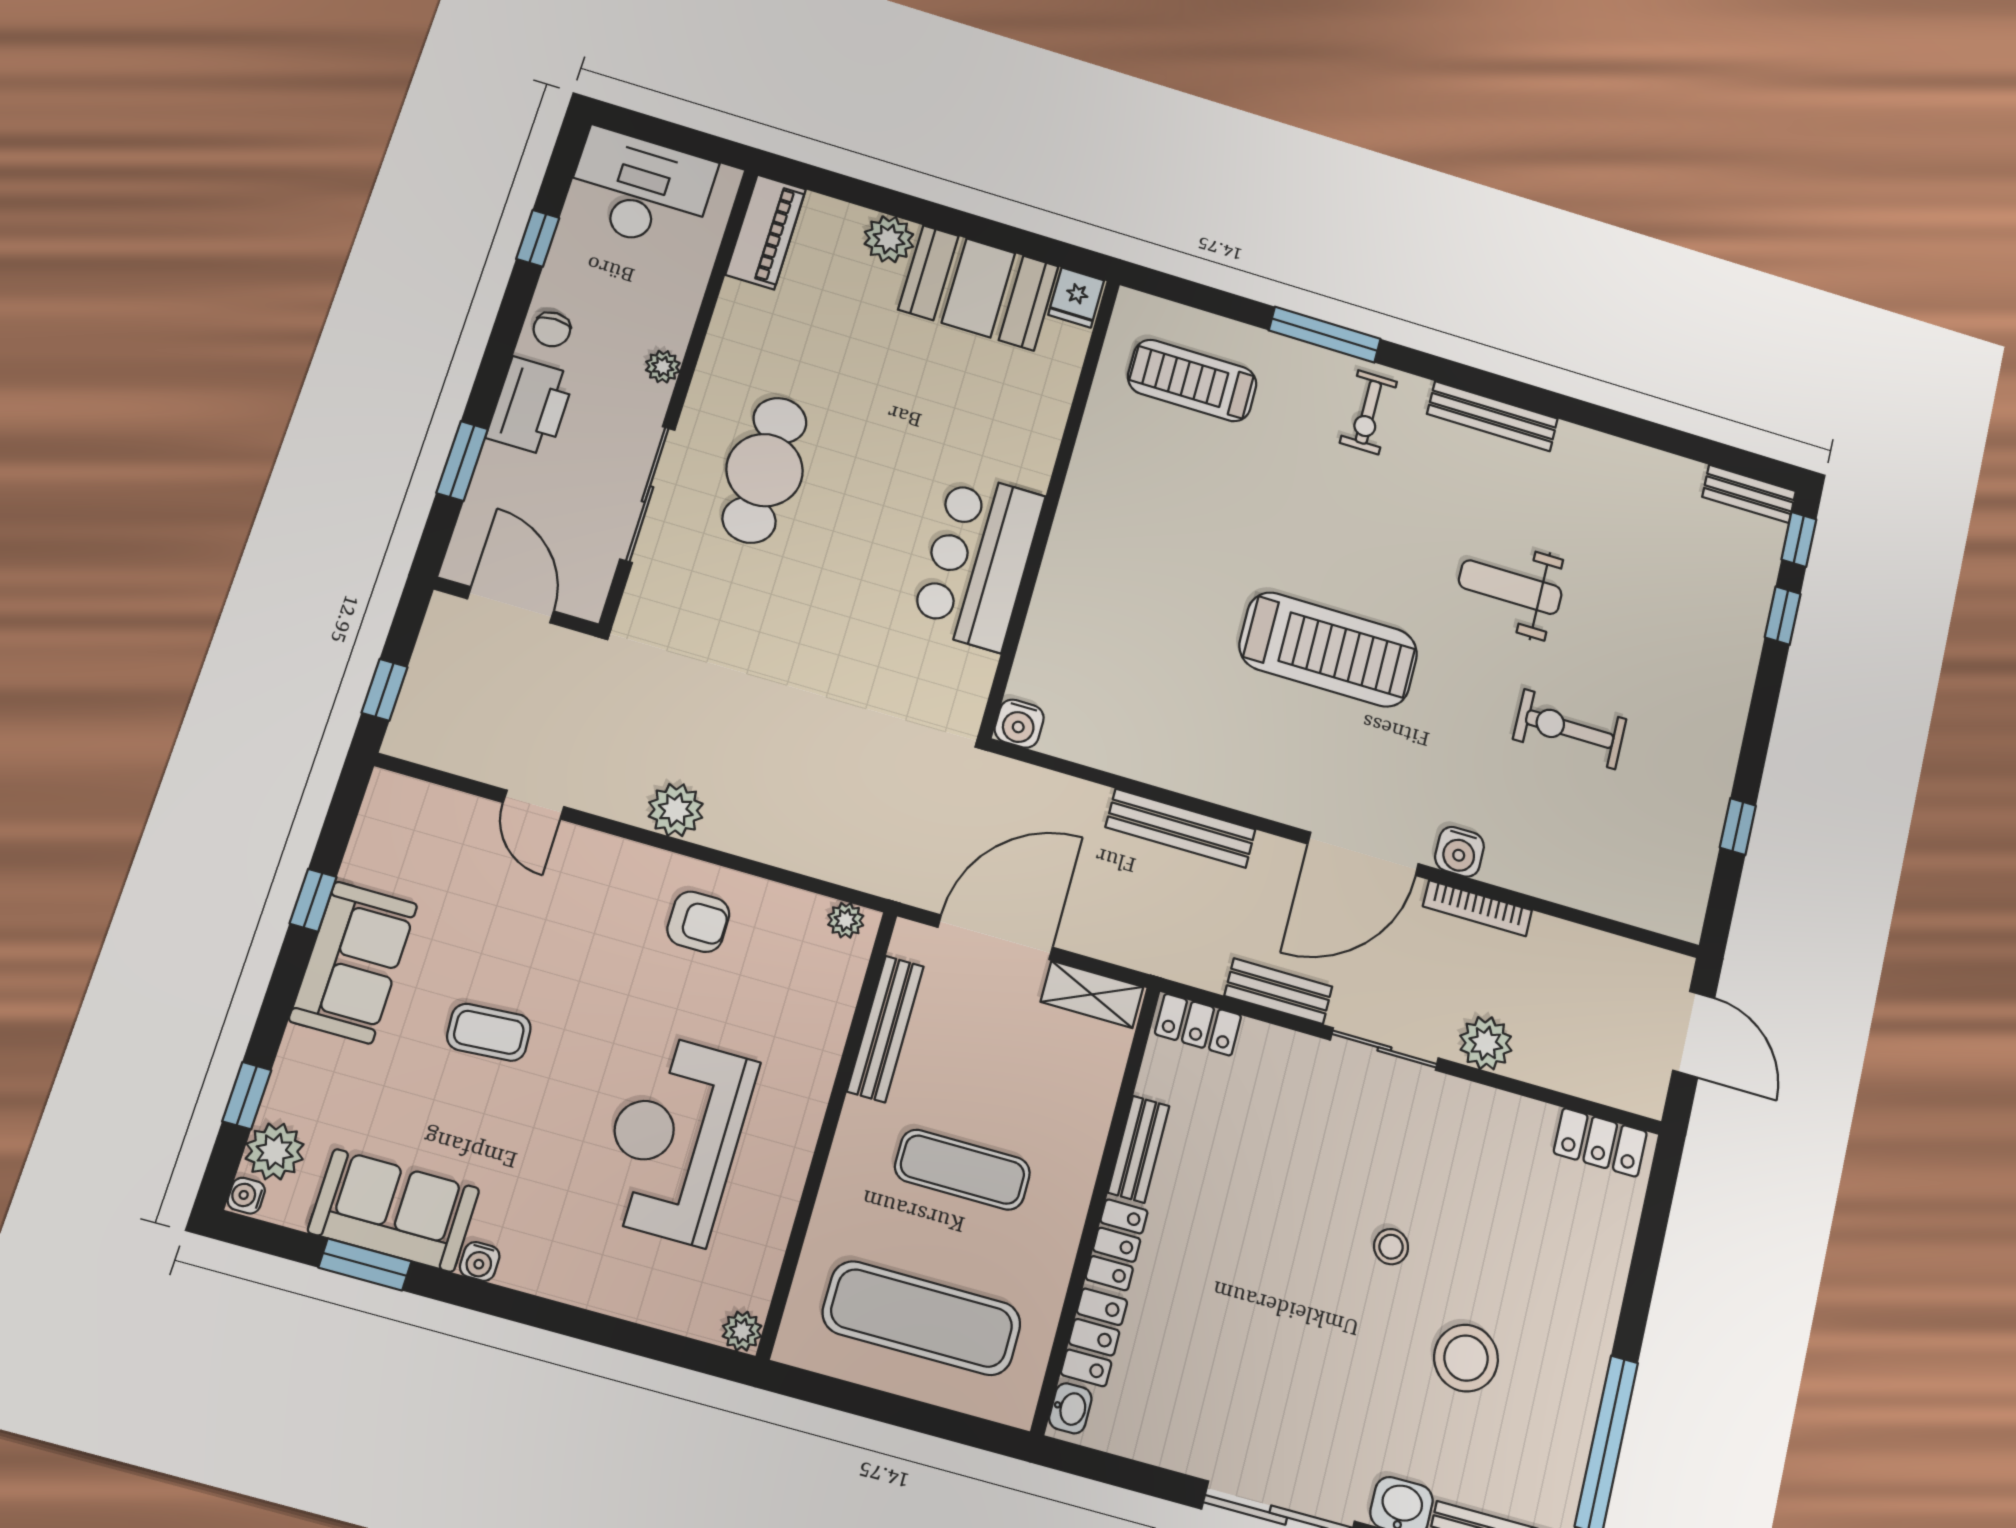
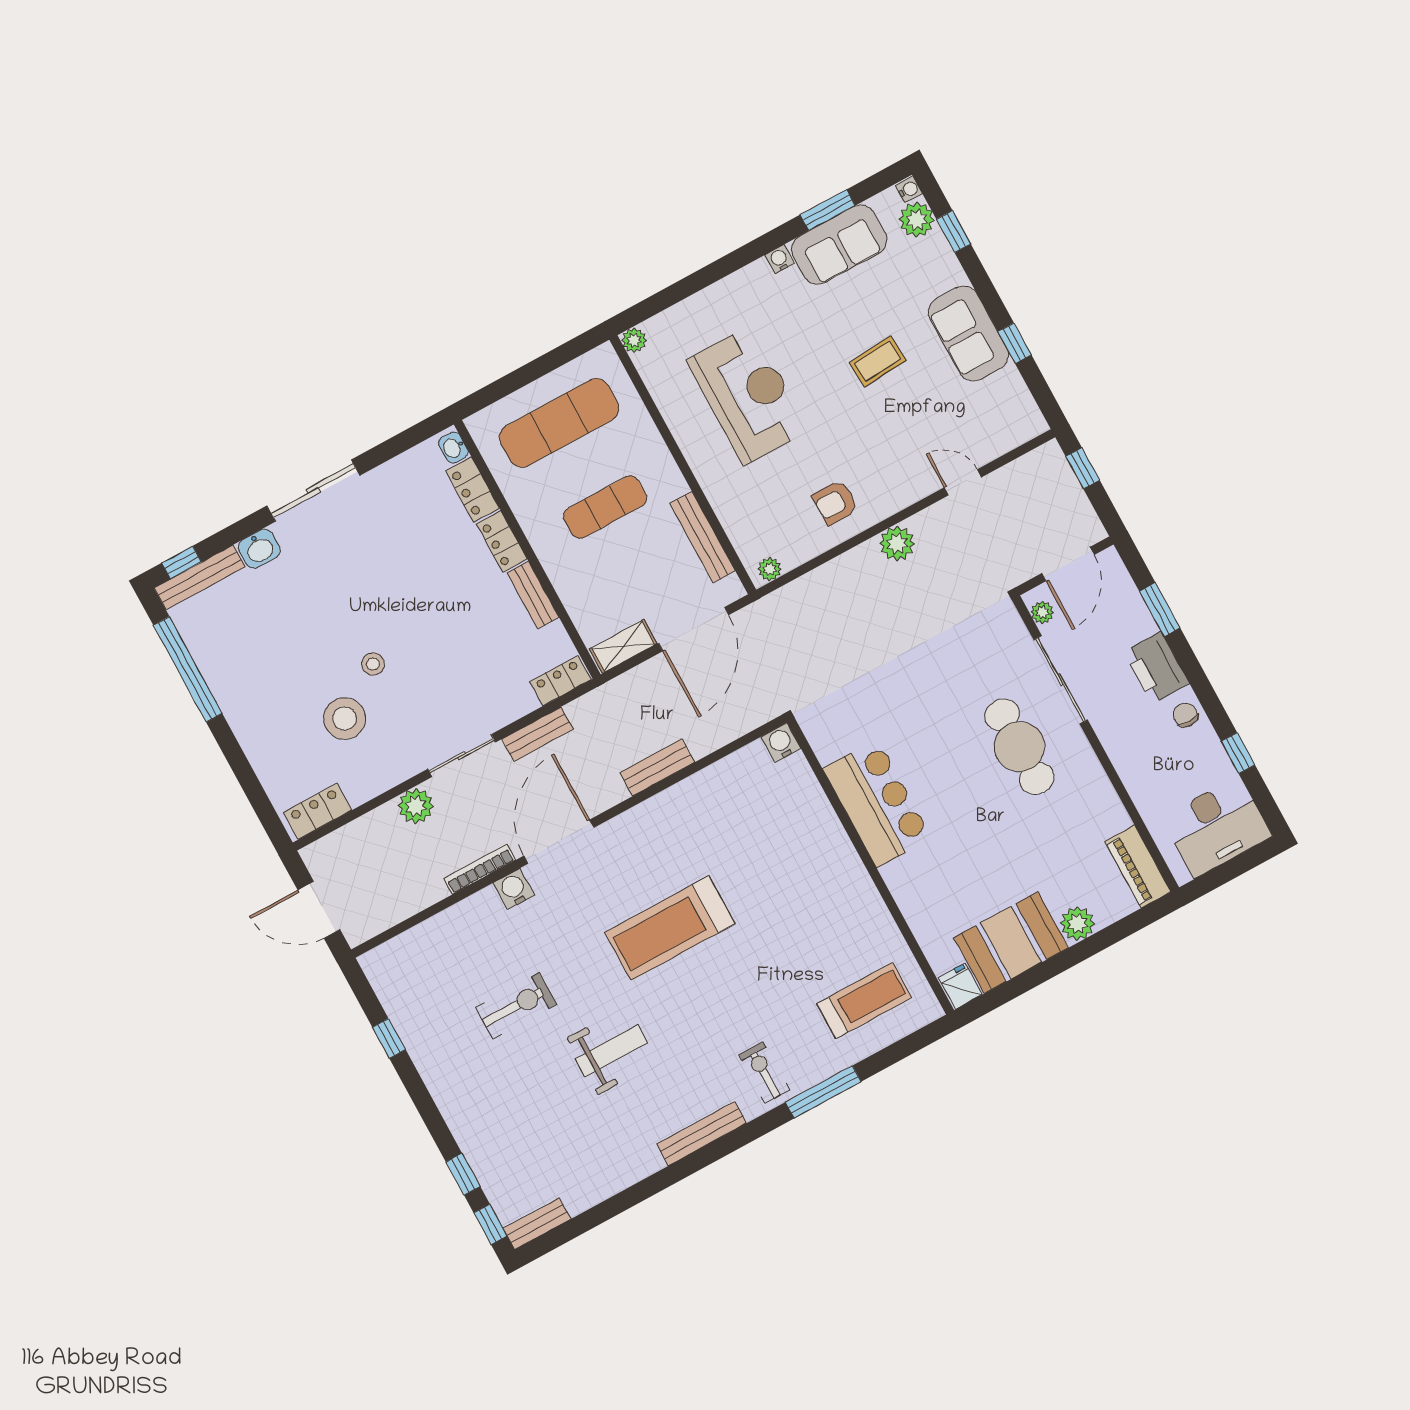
plant: (663, 367) -> (1042, 612), moved
door: (510, 605) -> (1068, 564), hinge flipped
bench: (1181, 828) -> (657, 768), width x0.73
stool: (1466, 1358) -> (345, 718), moved

